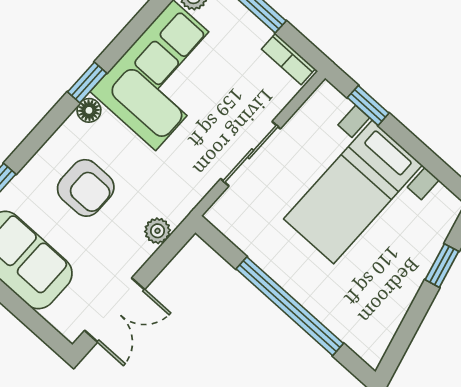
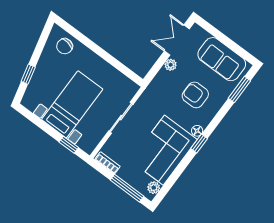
plant: (157, 231) -> (171, 65), moved
window: (290, 306) -> (96, 49), removed
chair: (358, 319) -> (65, 46), added

